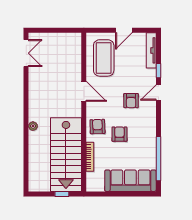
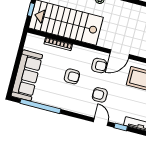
armchair: (97, 127) -> (99, 66), moved

